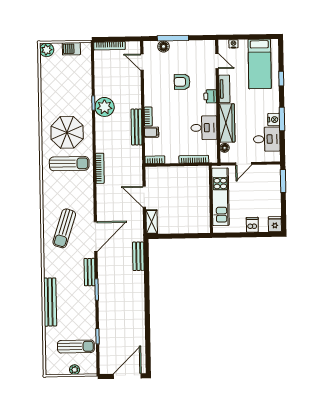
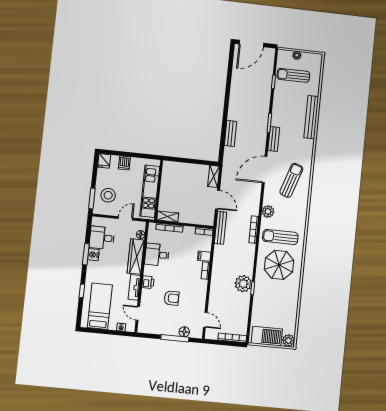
barbecue: (71, 49) -> (267, 336), width x1.88, depth x1.53
bench: (137, 127) -> (221, 228), moved
shelving: (197, 171) -> (168, 217), added
stool: (266, 187) -> (108, 195), added
plant: (86, 190) -> (268, 212), added
bench: (138, 256) -> (231, 133), moved

